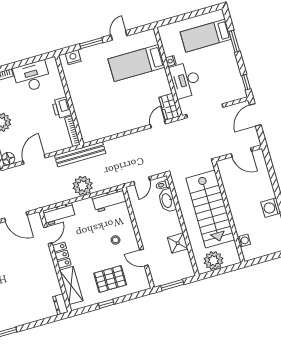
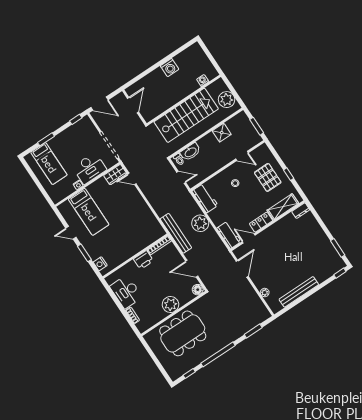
door: (144, 258) -> (242, 156), hinge flipped

